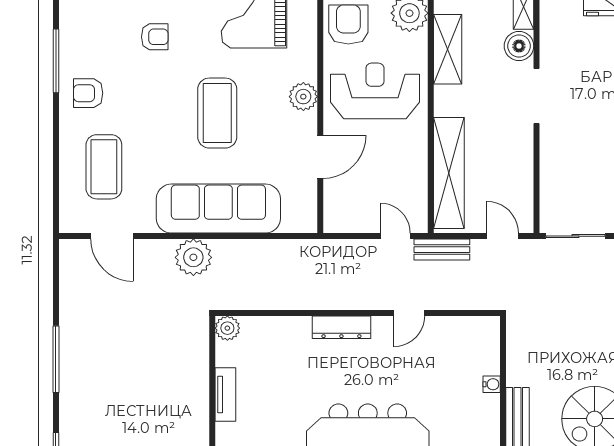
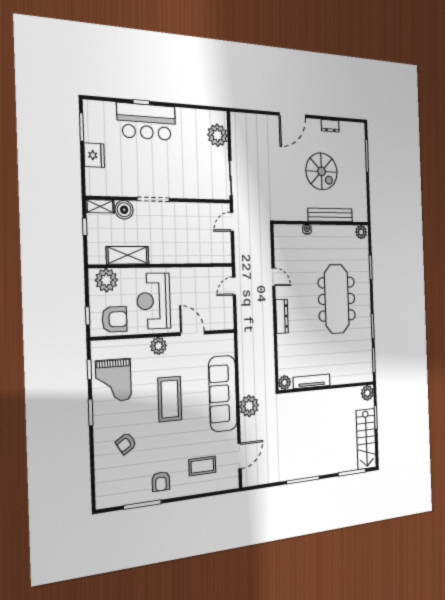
armchair: (348, 24) -> (115, 319), turned 180
armchair: (155, 37) -> (126, 443), turned -122
coffee table: (217, 113) -> (170, 399), turned 90
coffee table: (104, 167) -> (202, 466), width x0.73, depth x0.76
shelving: (449, 173) -> (199, 254), removed
bench: (442, 250) -> (240, 258), removed
tv unit: (225, 395) -> (312, 381), width x1.41

